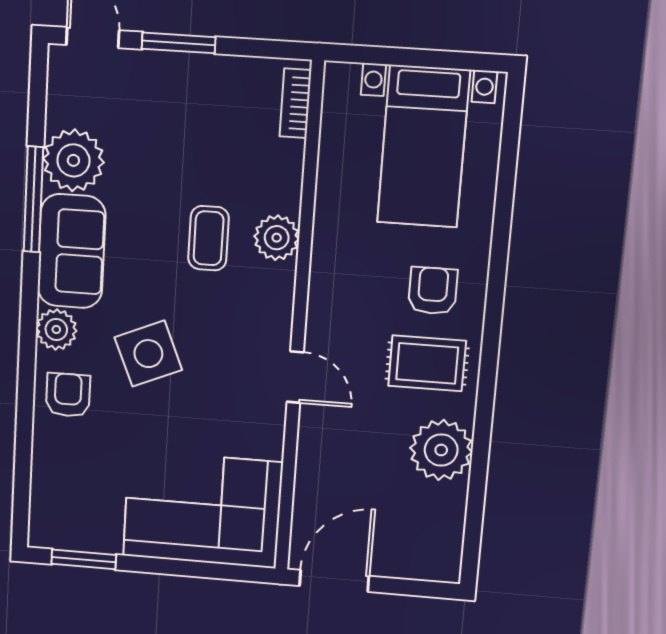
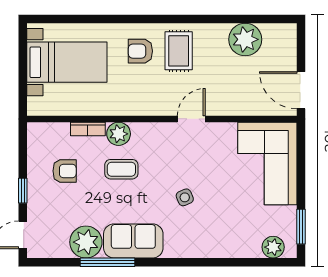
window: (179, 43) -> (23, 191), width x0.67
bookcase: (295, 103) -> (88, 129), moved
plant: (56, 329) -> (273, 247), moved
side table: (148, 354) -> (185, 197), width x0.54, depth x0.54
armchair: (68, 395) -> (65, 171), moved, turned 180
plant: (441, 450) -> (245, 39), moved

